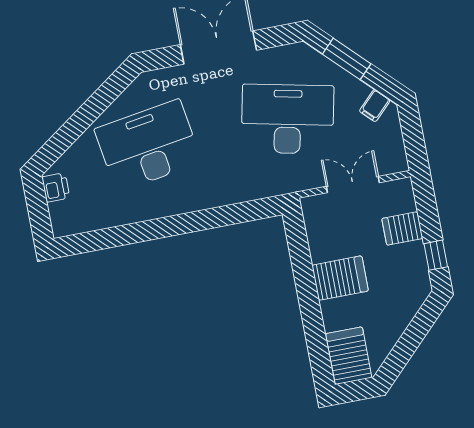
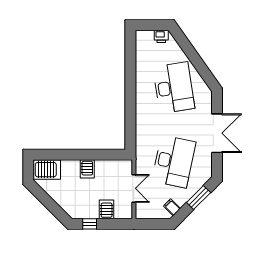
server rack: (340, 278) -> (87, 169), width x0.73, depth x0.70

